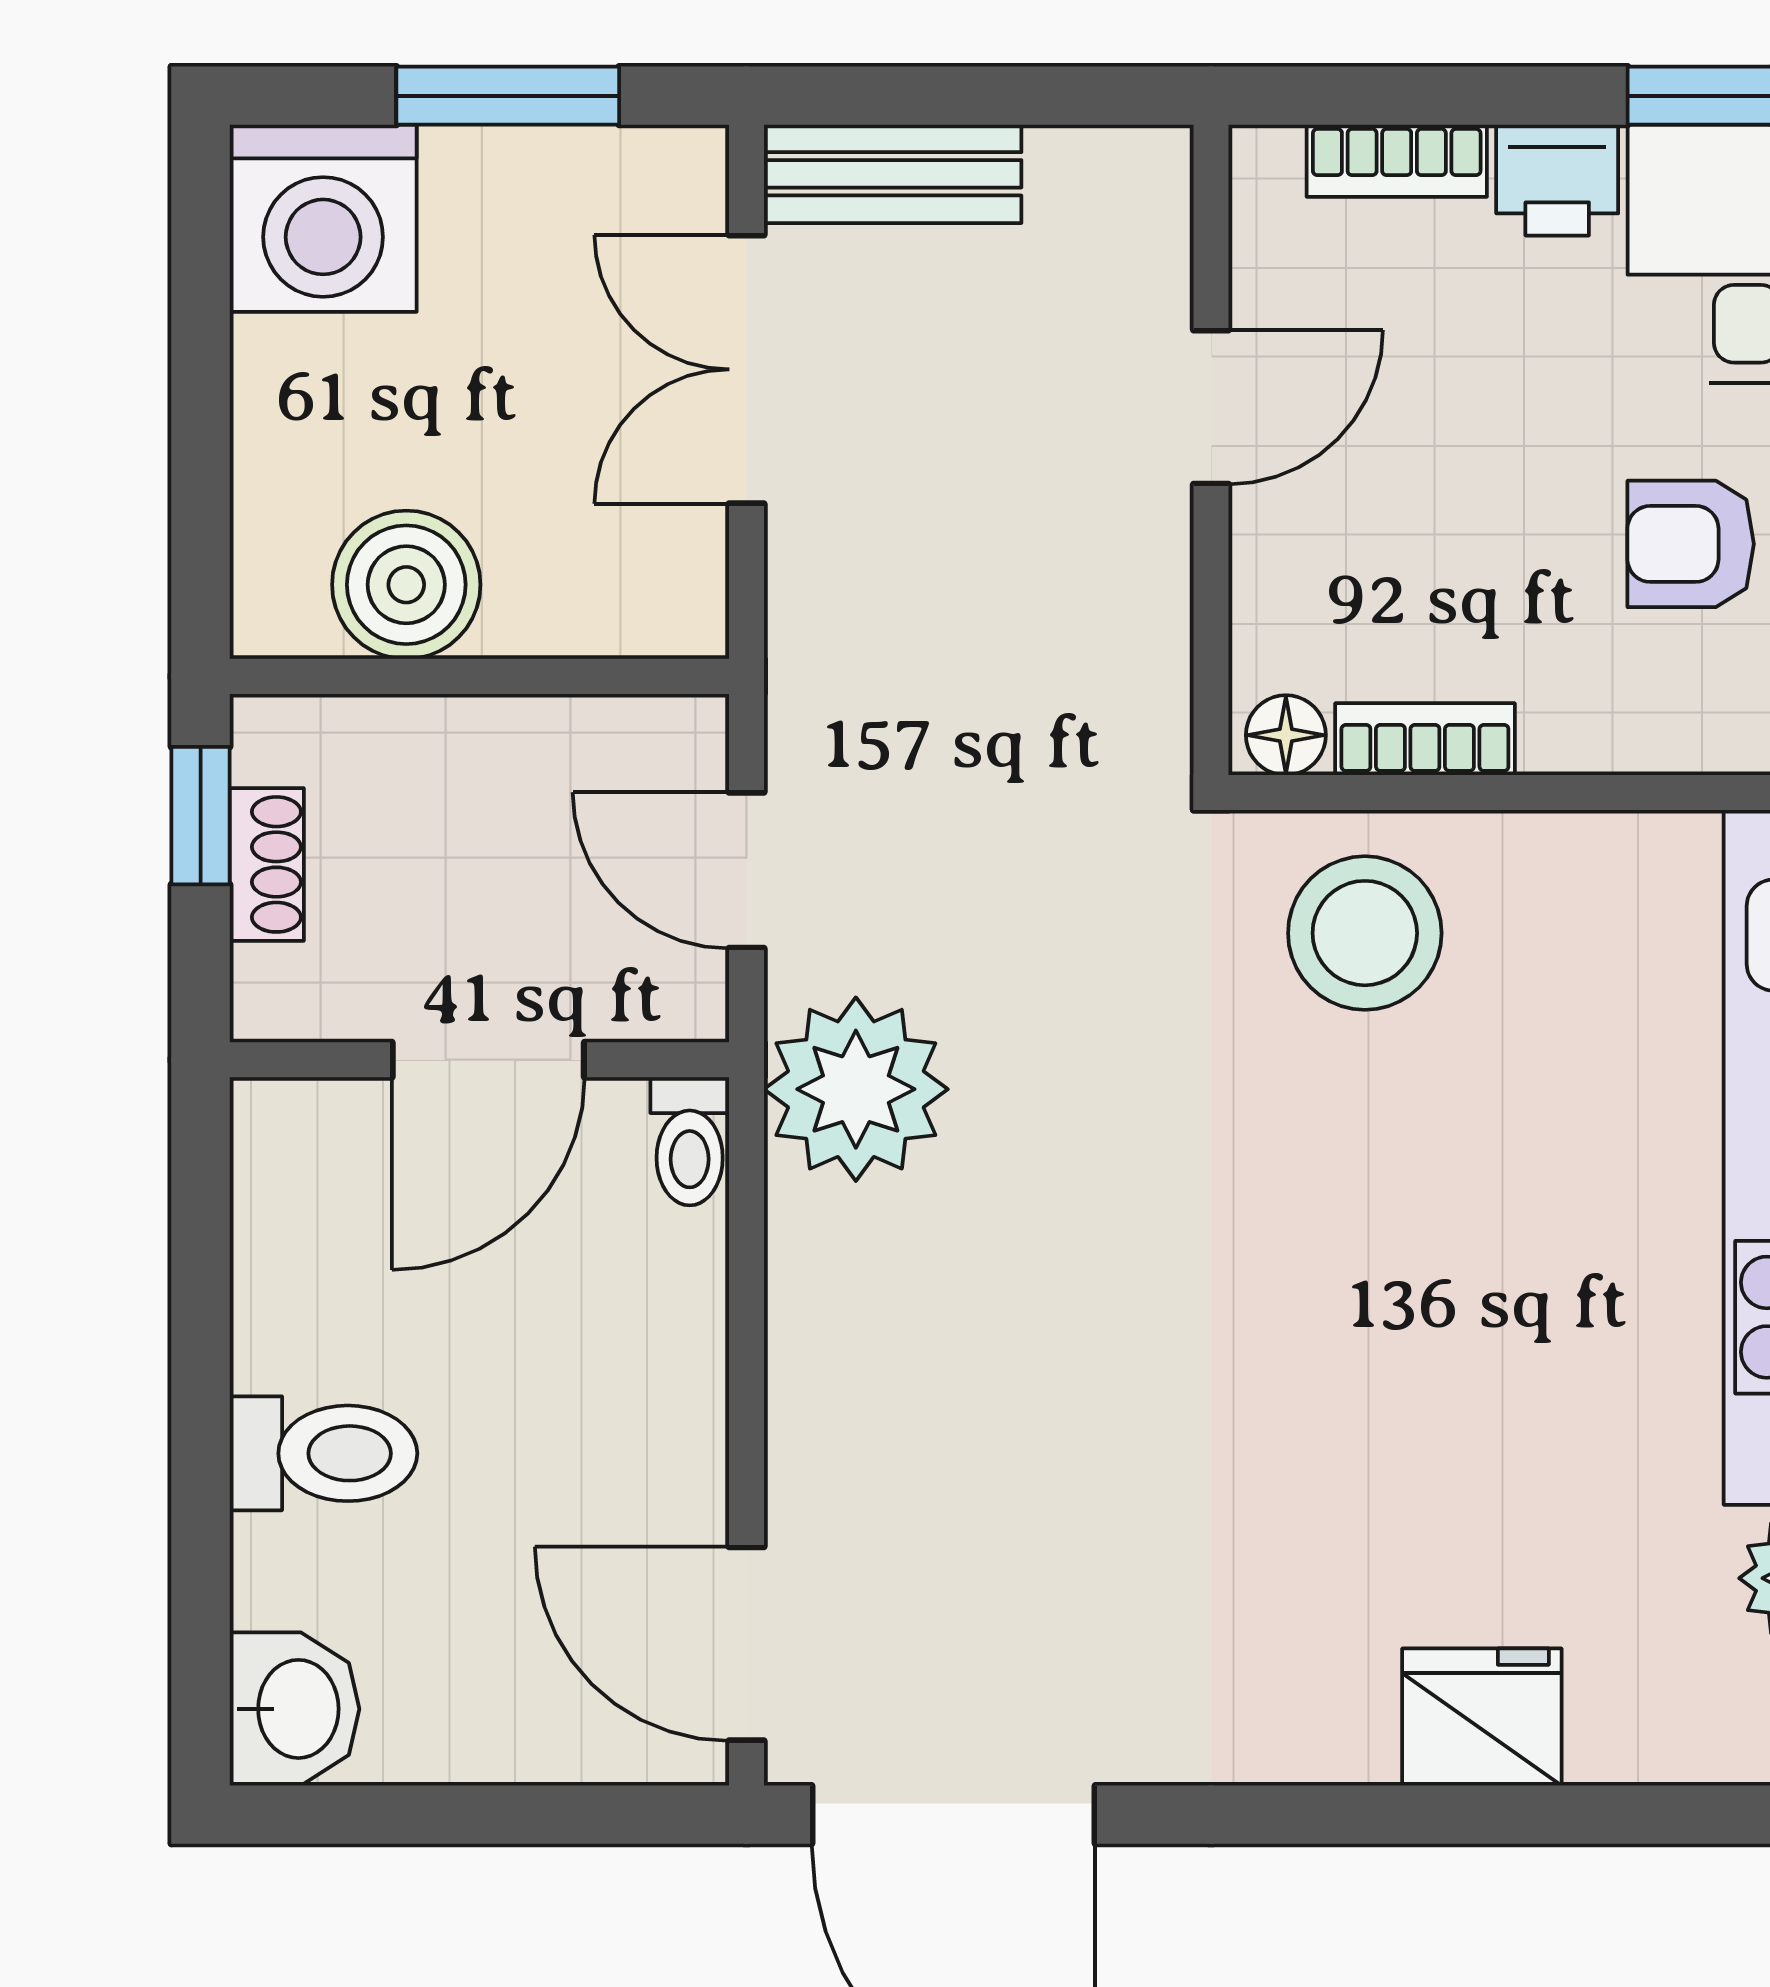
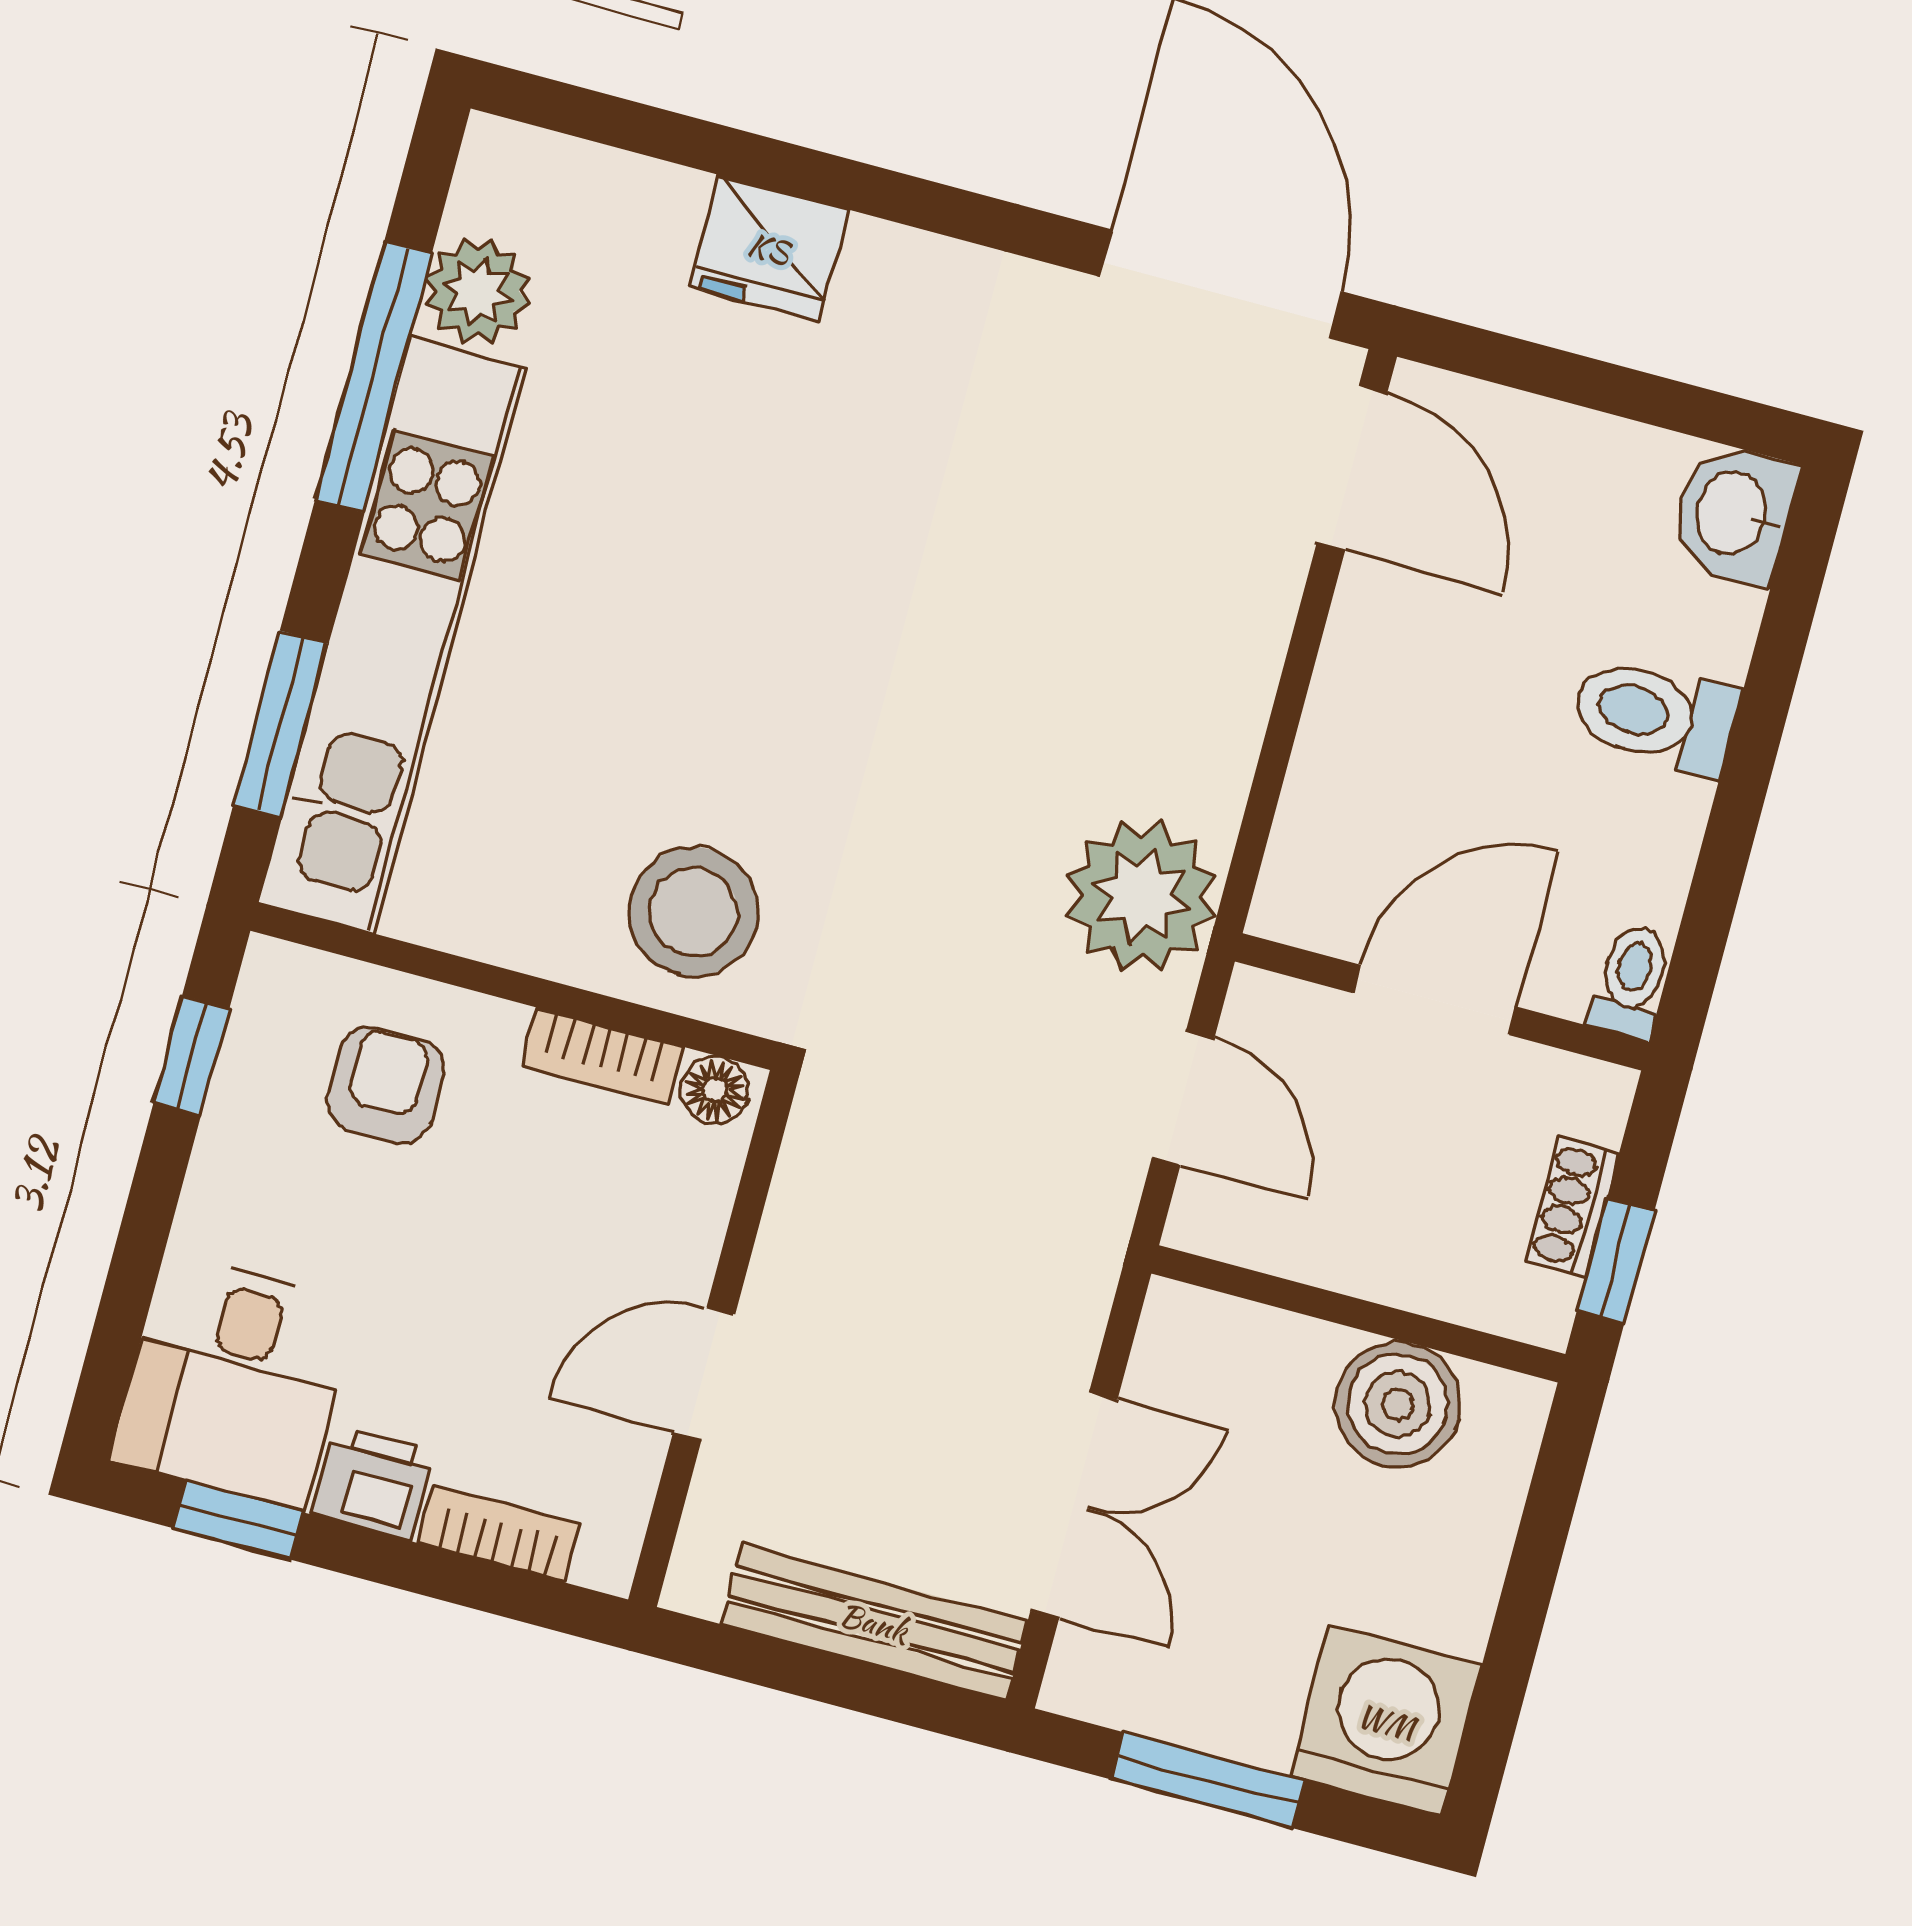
bench: (893, 174) -> (874, 1622), width x1.36
armchair: (1691, 544) -> (385, 1085), moved, turned -90
toilet: (690, 1141) -> (1631, 981), moved

